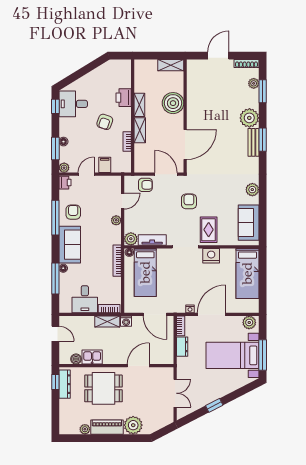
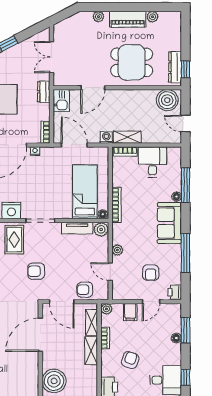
shelving: (139, 105) -> (92, 322), moved
plant: (64, 168) -> (106, 309), moved
door: (123, 201) -> (110, 272), hinge flipped
armchair: (189, 201) -> (36, 271), turned 90
armchair: (73, 212) -> (151, 273), moved
dresser: (182, 347) -> (44, 92), moved
kitchen sink: (92, 357) -> (61, 101), moved, turned -90
boiler: (76, 359) -> (167, 100), width x1.86, depth x1.86
plant: (133, 425) -> (98, 17), width x0.53, depth x0.53

